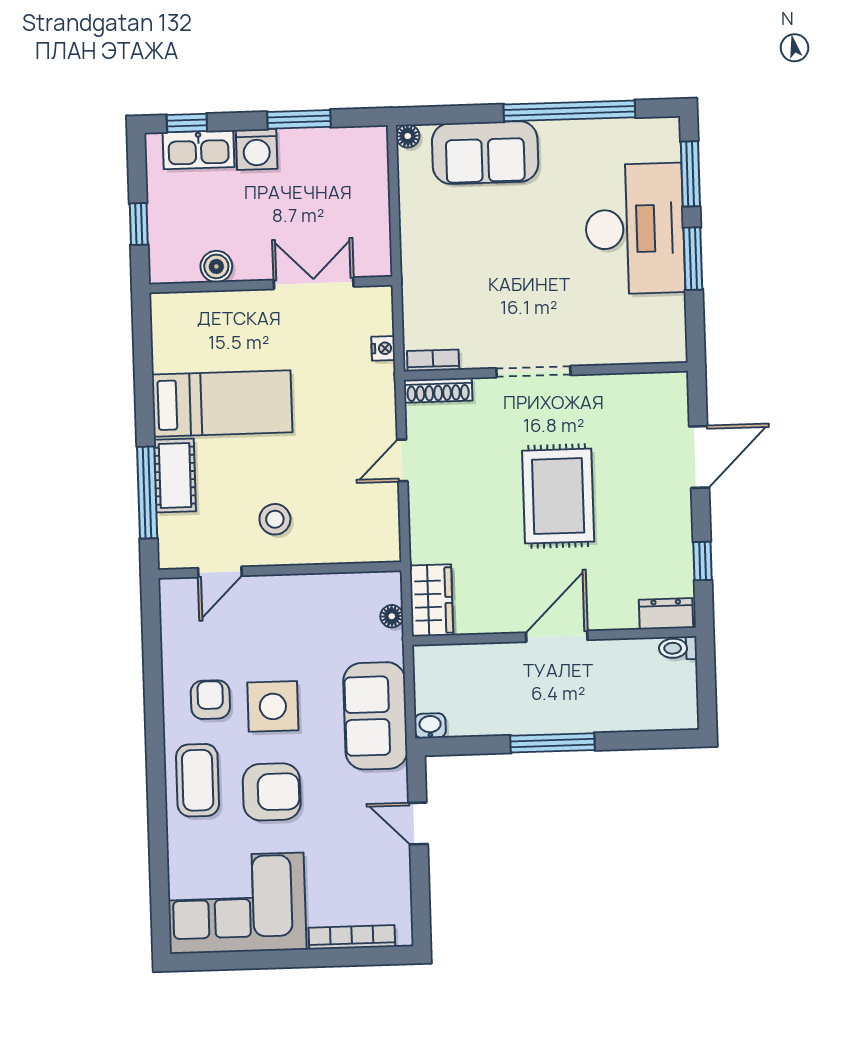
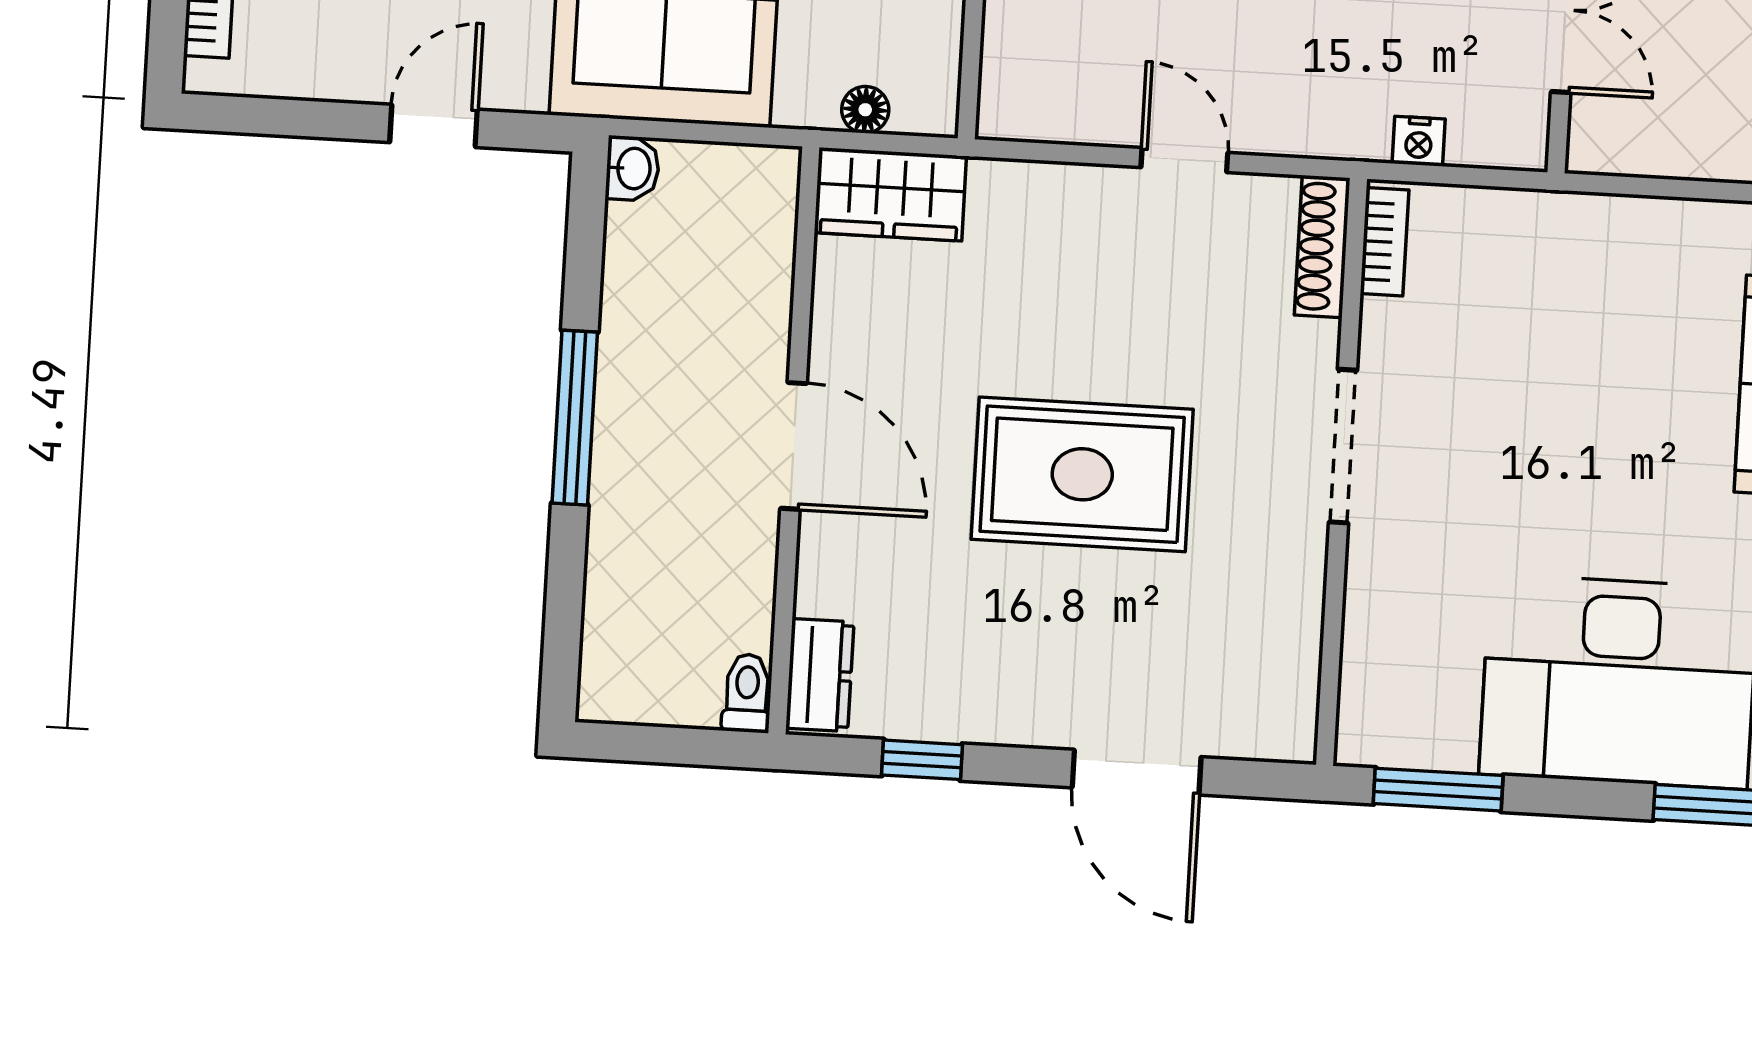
window: (693, 259) -> (1438, 790), moved

